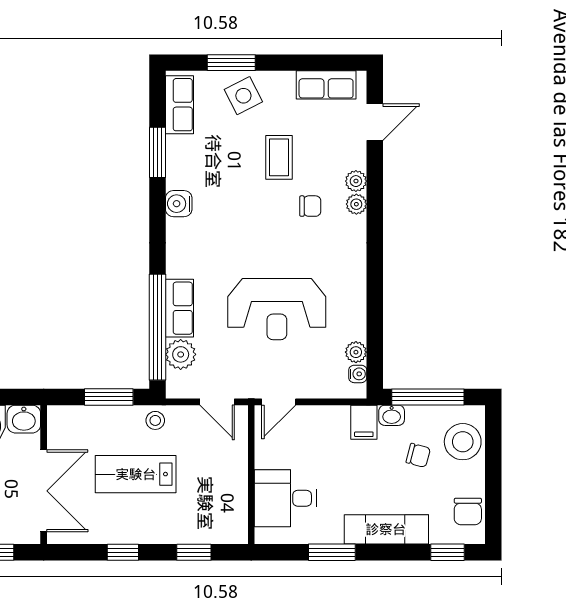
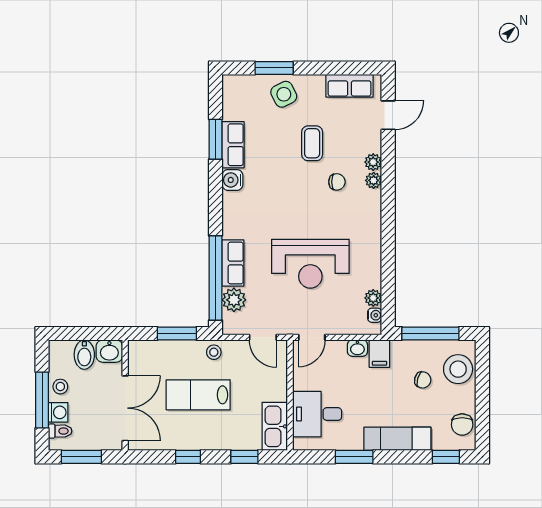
row of seats: (179, 105) -> (233, 145), moved
washbasin: (392, 415) -> (357, 348), moved
kitchen sink: (232, 514) -> (275, 426), added

